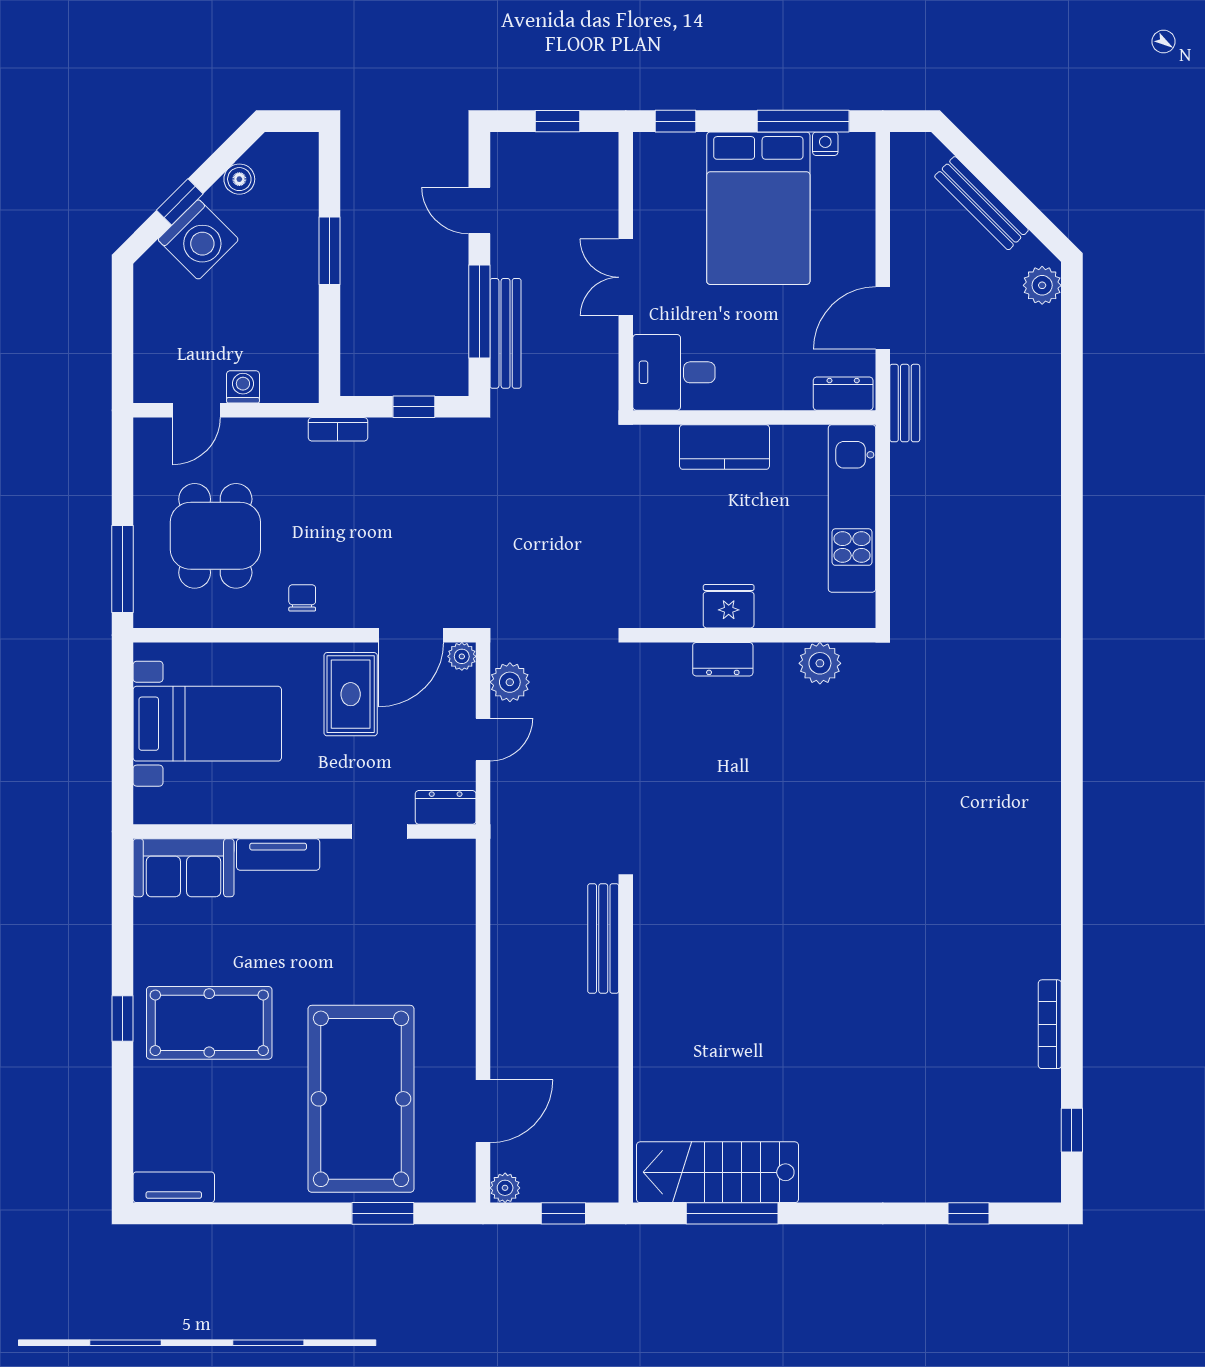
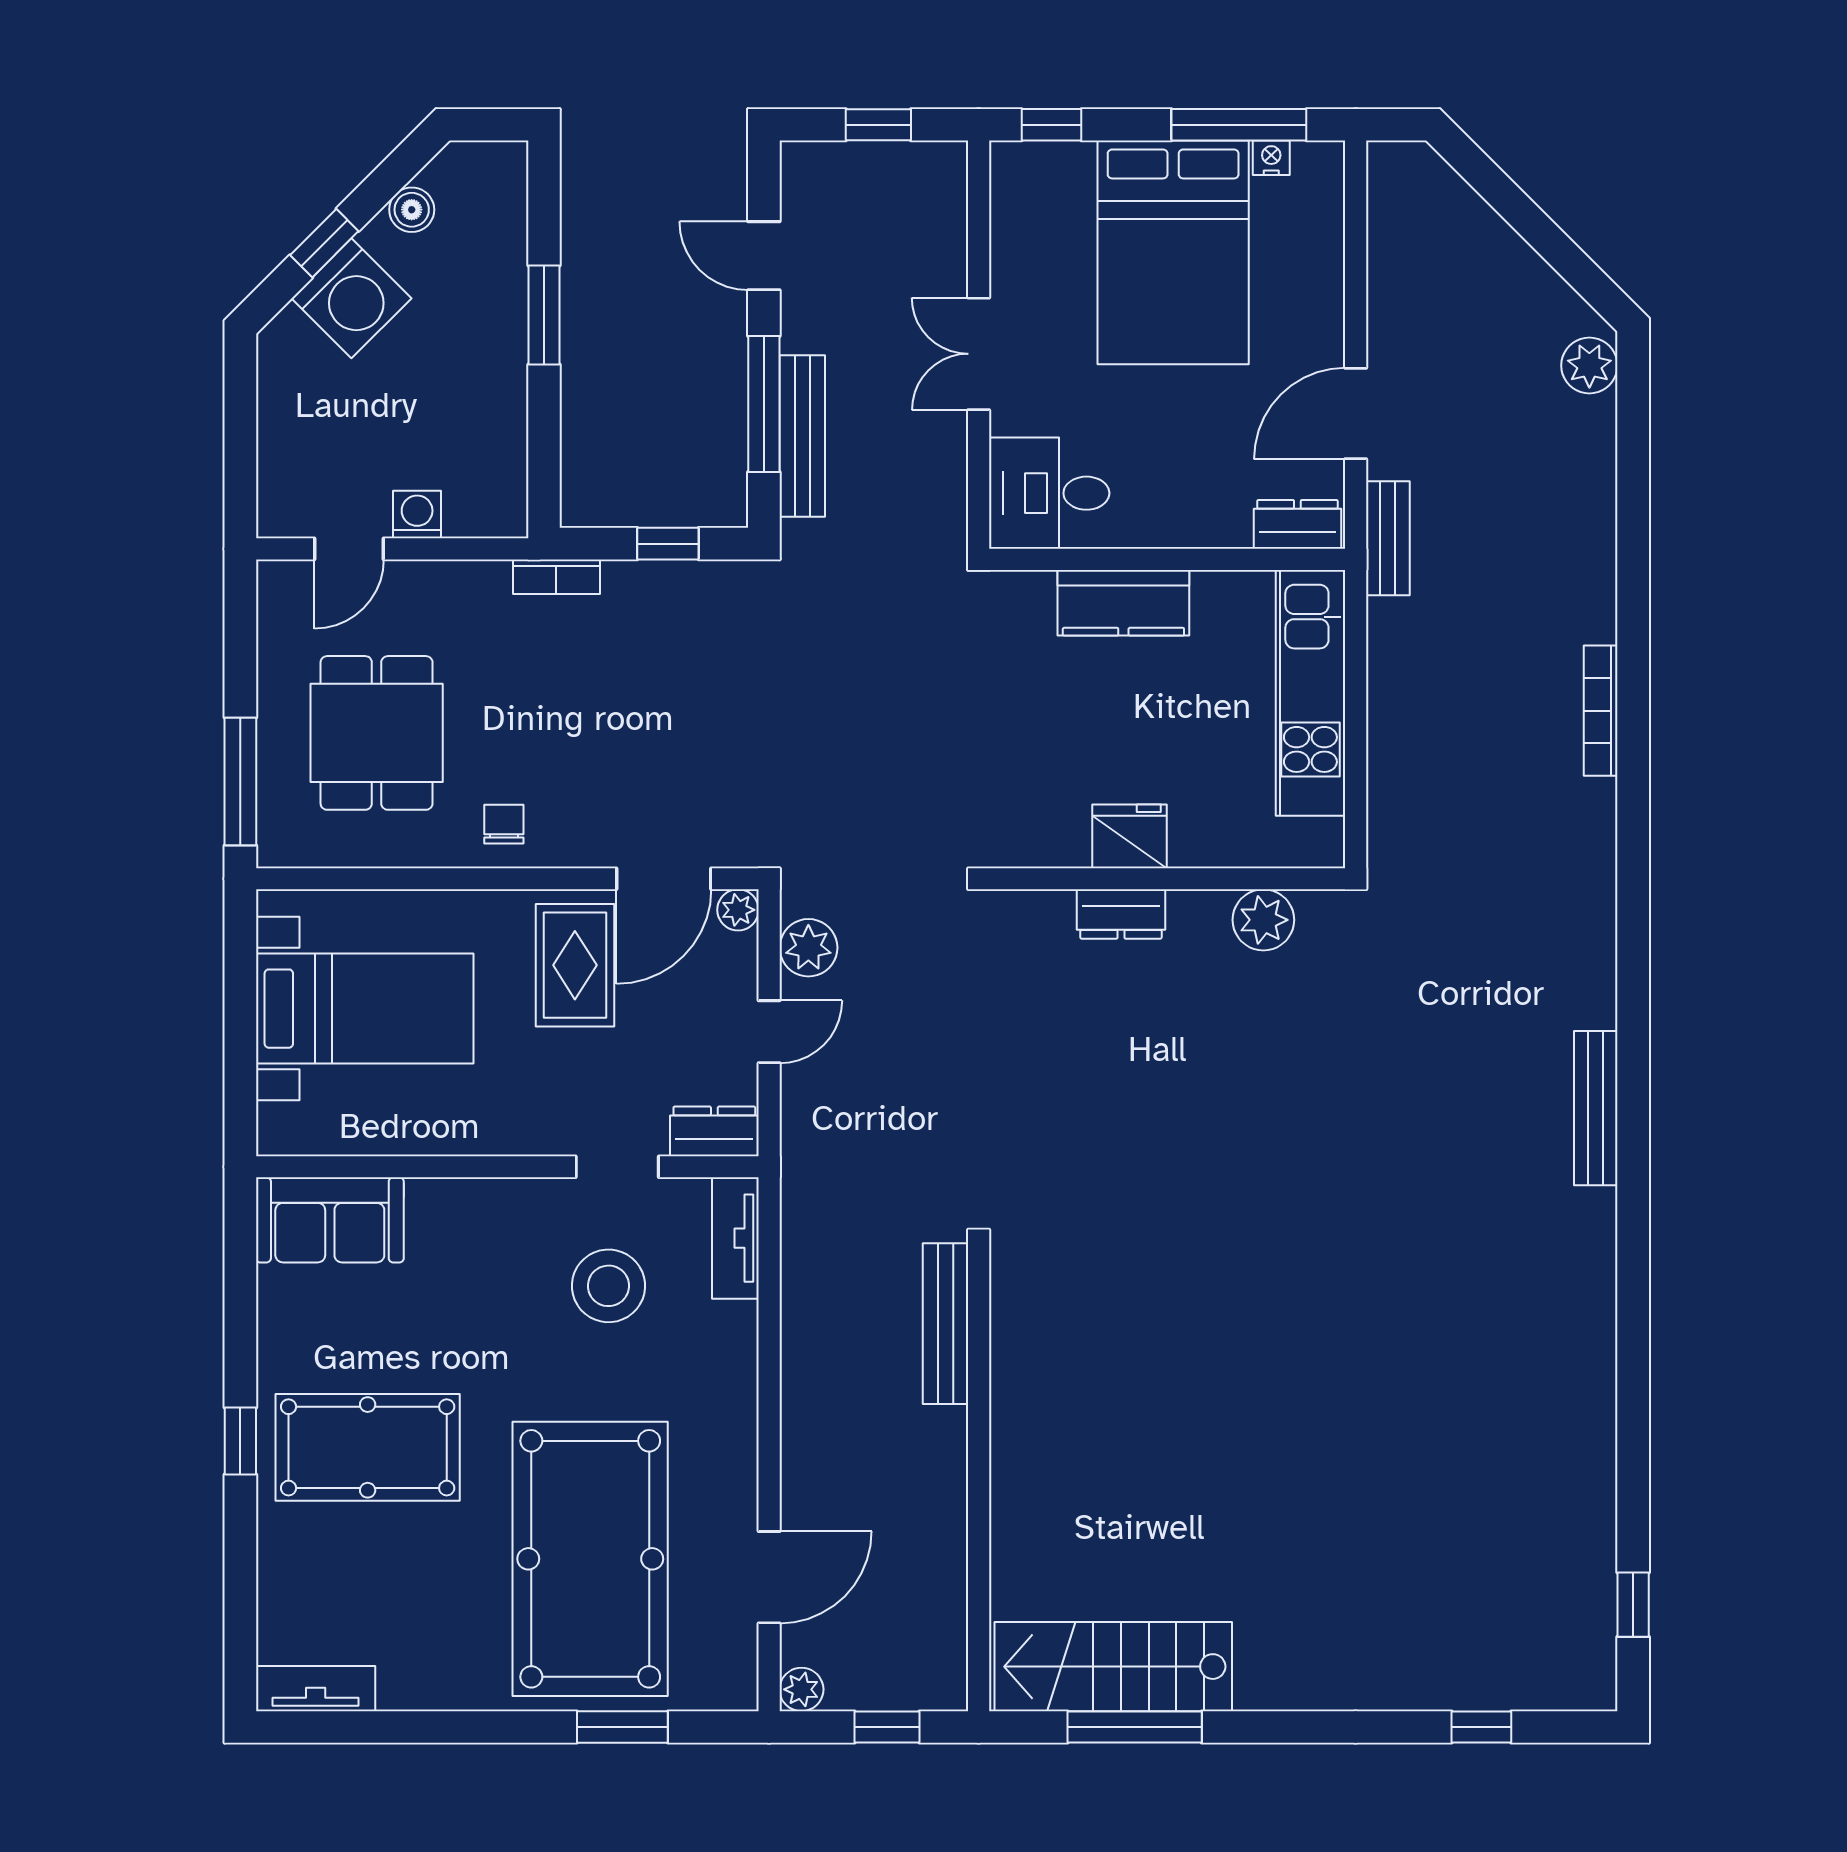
bench: (982, 203) -> (1596, 1108), moved, turned 45
tv unit: (278, 854) -> (735, 1238), moved, turned 90
stool: (373, 913) -> (608, 1286), added
bookcase: (1050, 1024) -> (1601, 711), moved

